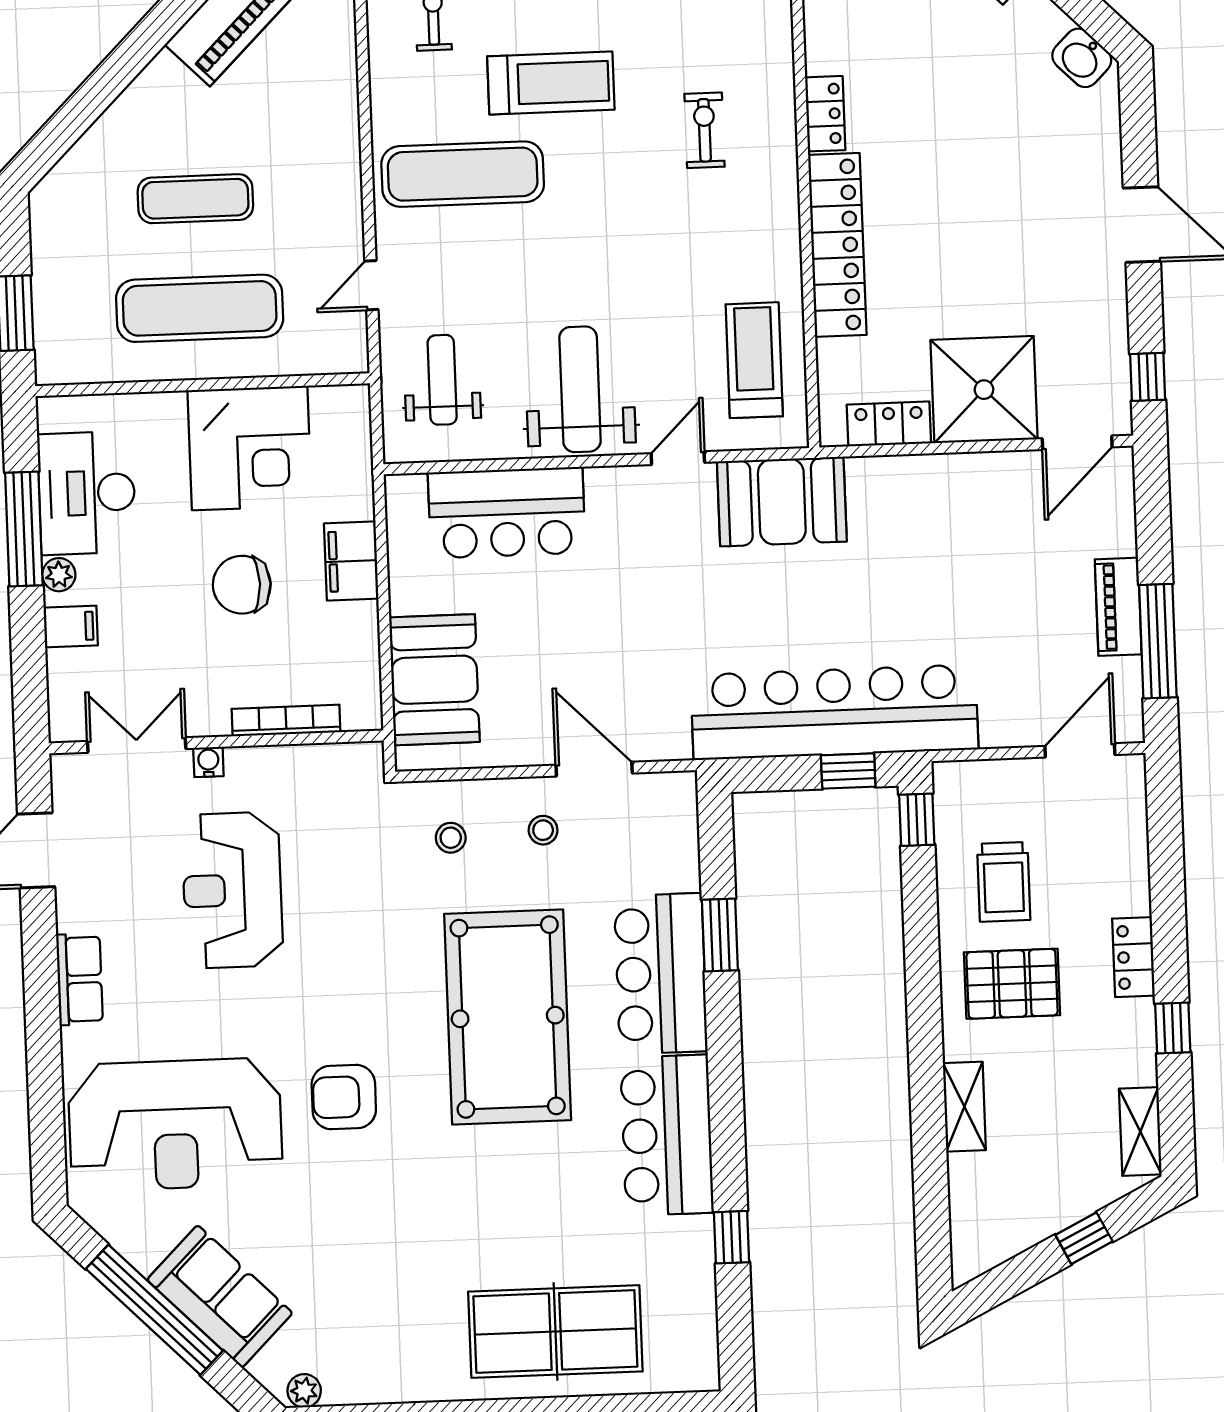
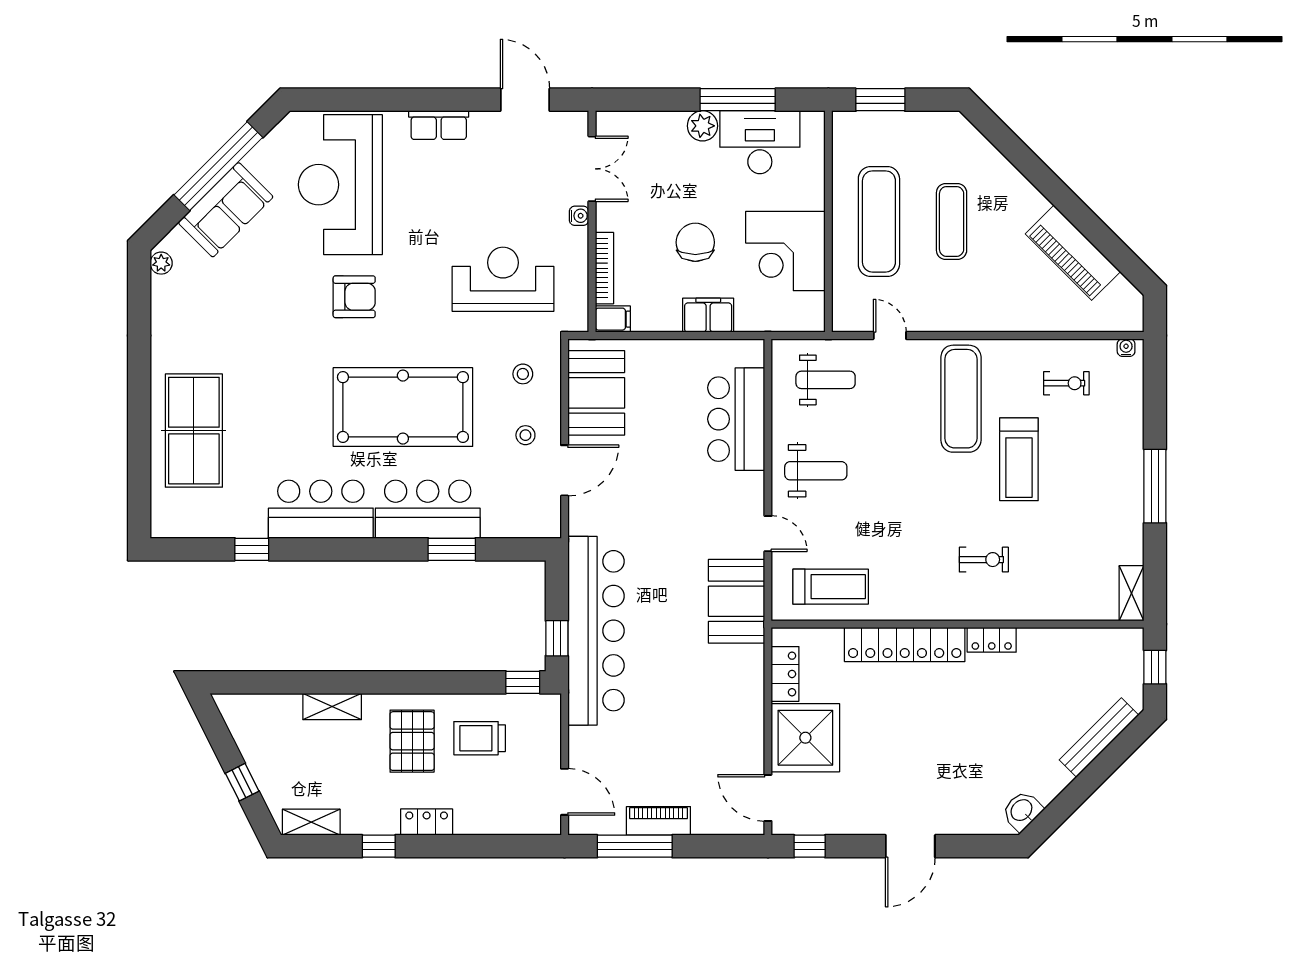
weight bench: (580, 389) -> (816, 471), width x0.73, depth x0.75
plant: (59, 575) -> (702, 126), width x1.38, depth x1.38
filing cabinet: (71, 627) -> (613, 319), moved, turned -90
booth: (434, 680) -> (596, 393), moved, turned 90
reception desk: (232, 890) -> (503, 279), moved
armchair: (344, 1097) -> (354, 297), turned 90

